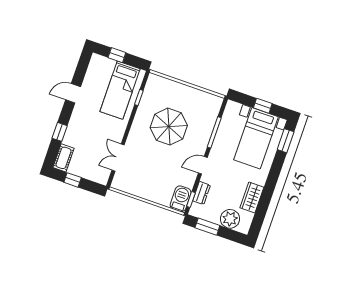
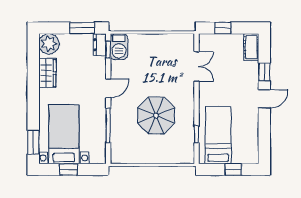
door: (73, 93) -> (264, 99), moved
window: (73, 180) -> (223, 28), moved
dresser: (202, 193) -> (100, 45), moved
plant: (230, 219) -> (49, 44), moved

